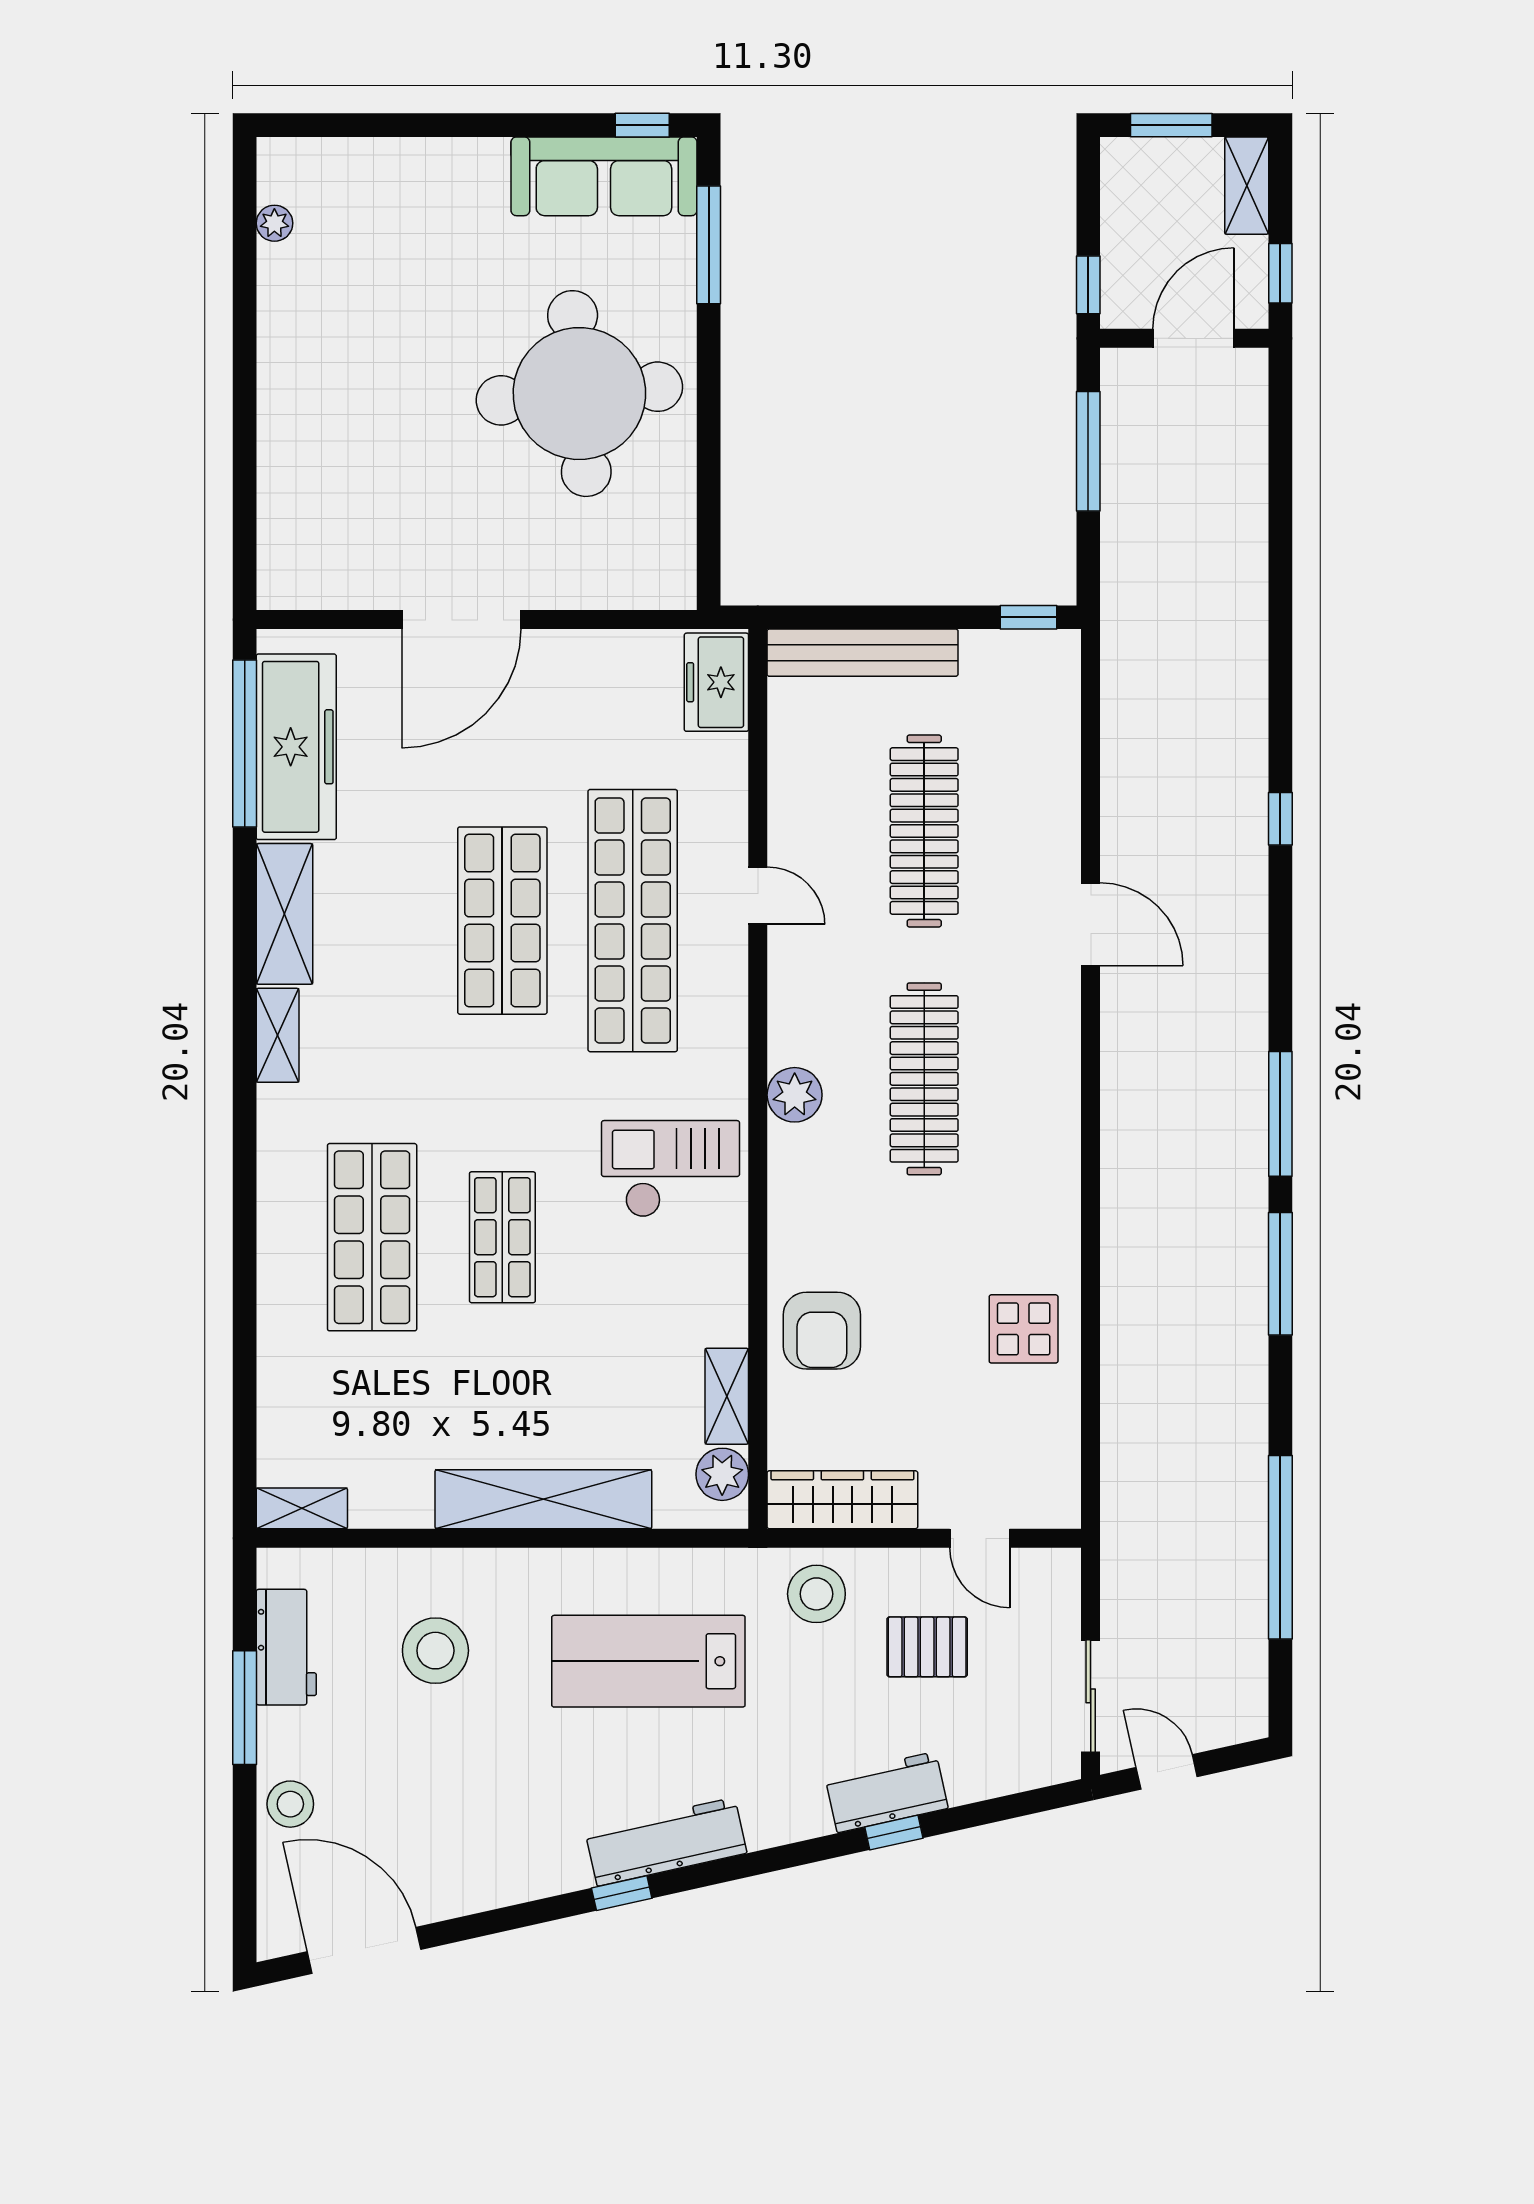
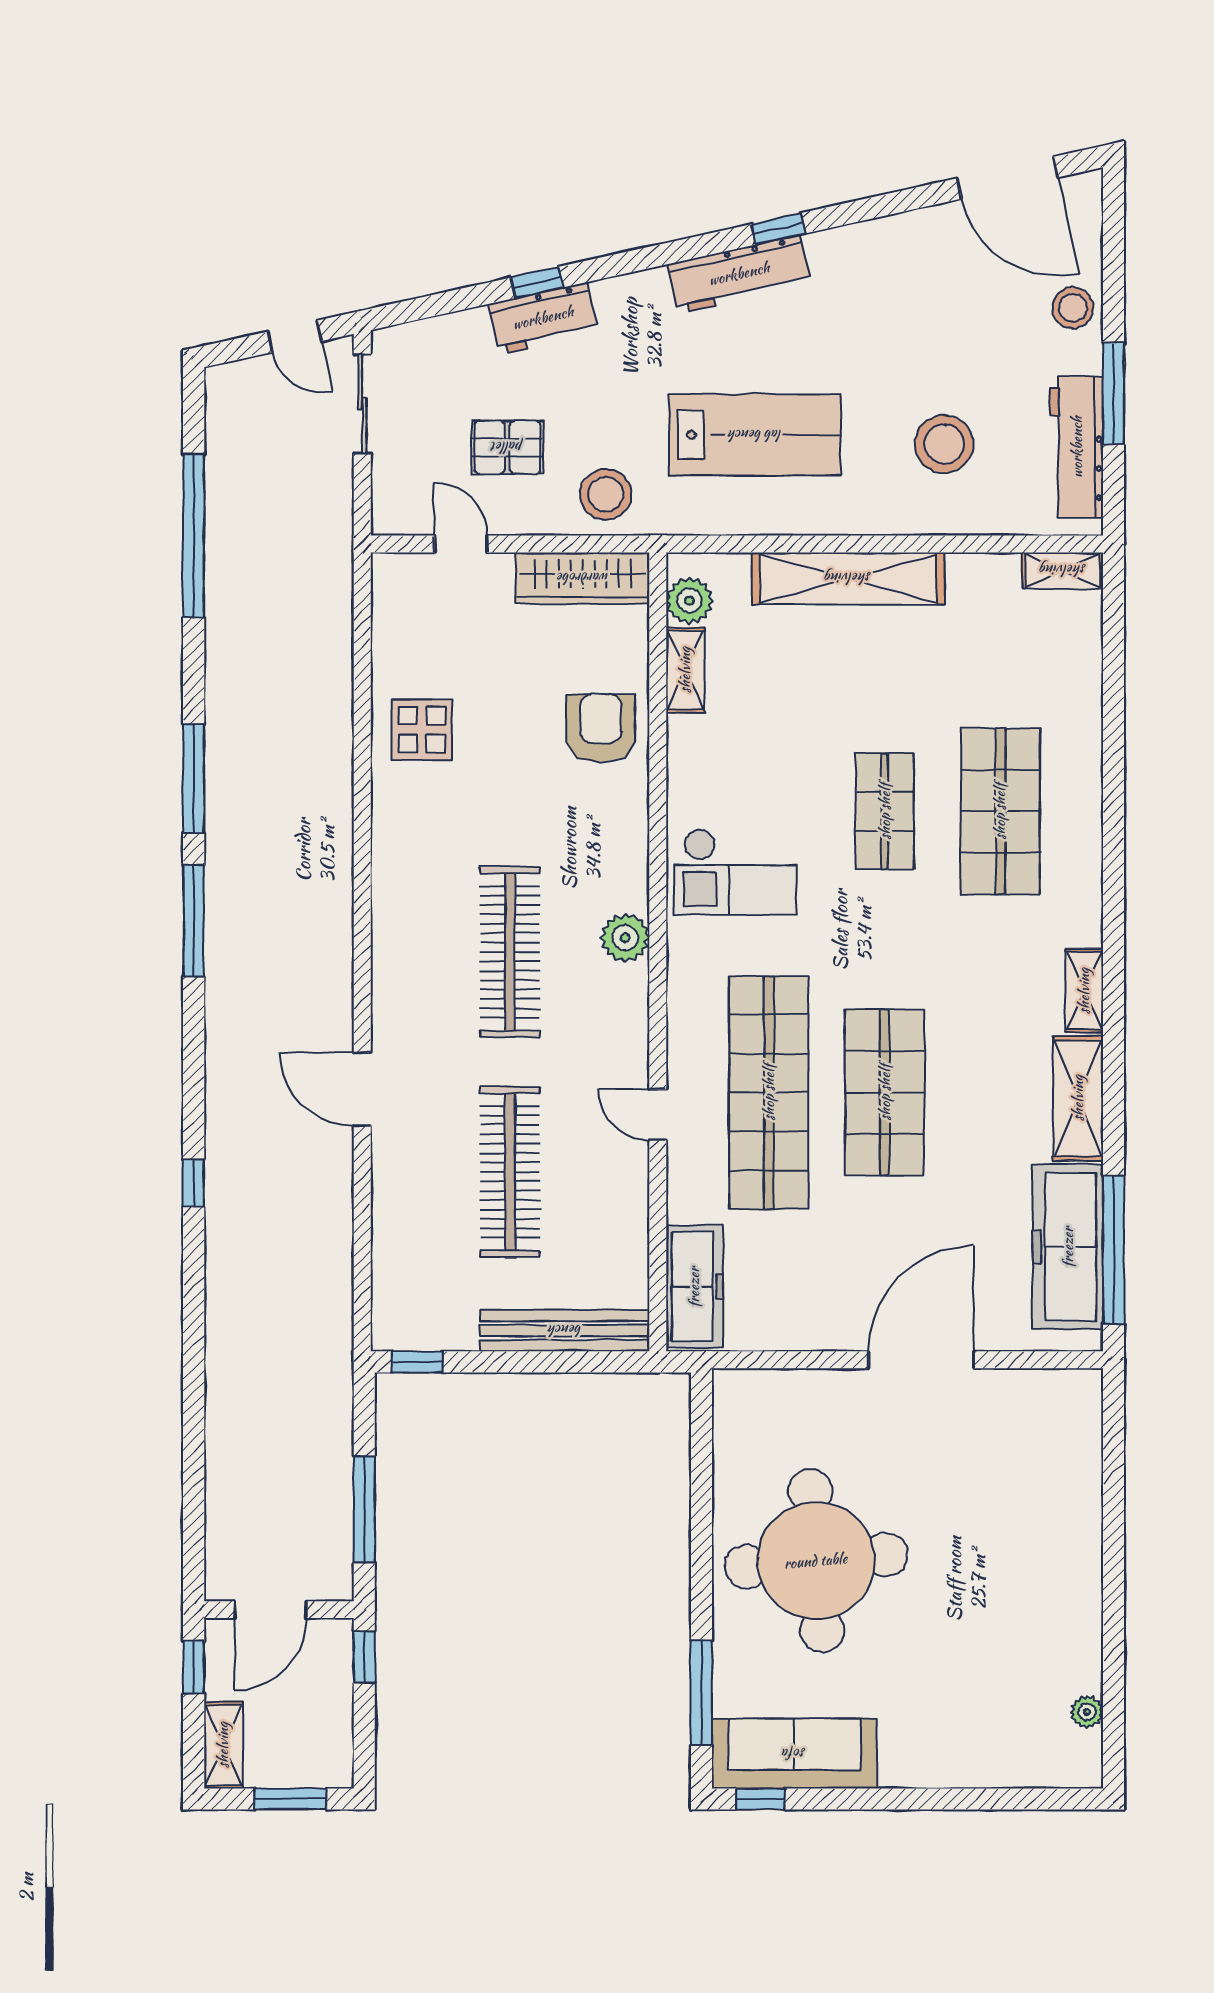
freezer: (716, 682) -> (694, 1287), width x1.40
workbench: (286, 1647) -> (1077, 447), width x1.38

